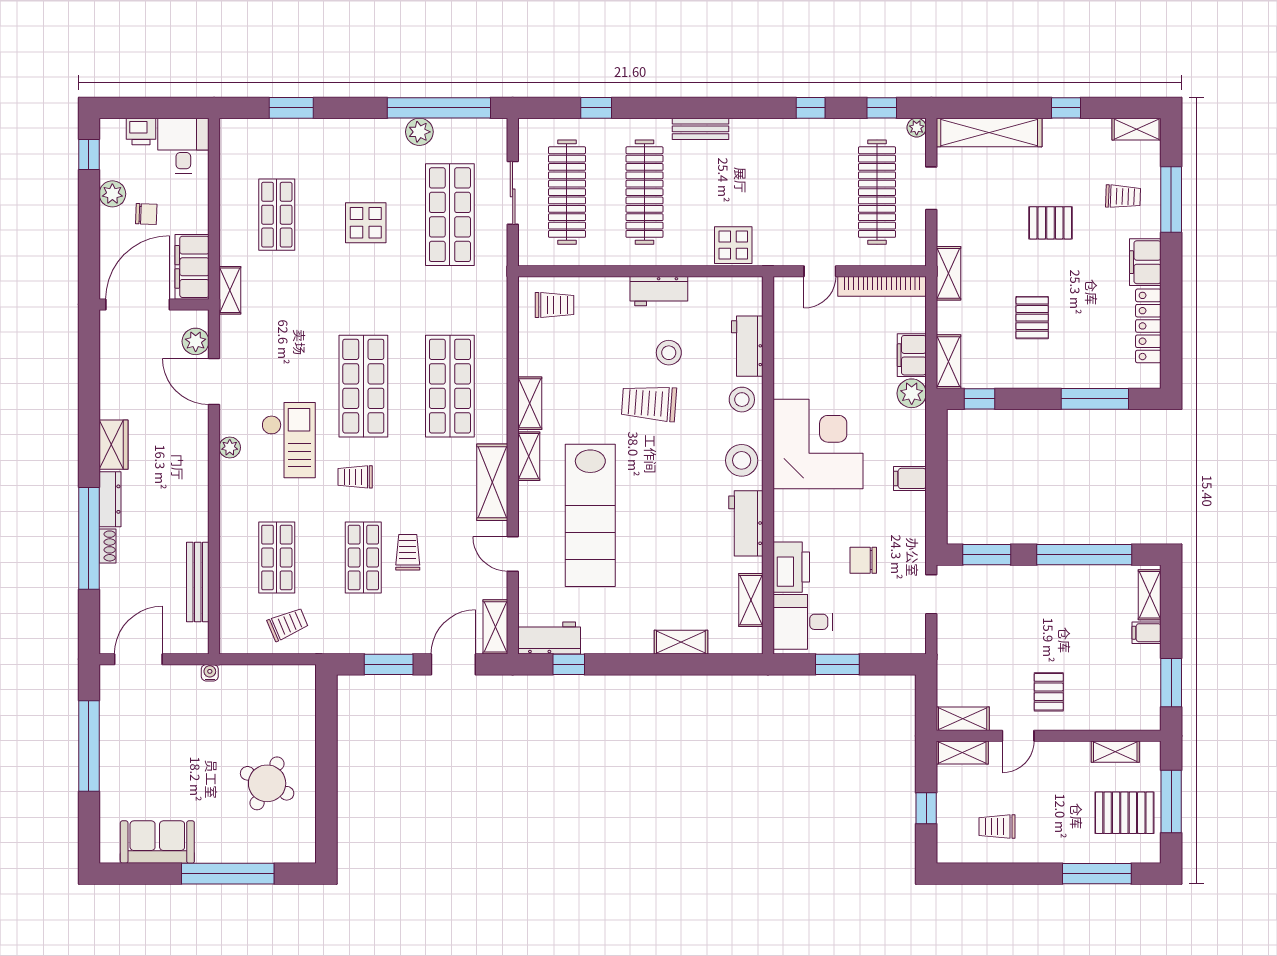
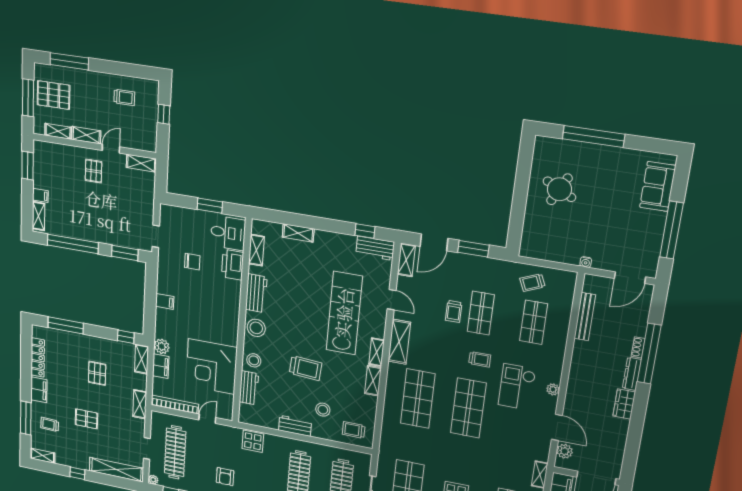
armchair: (780, 164) -> (225, 477), added
stool: (669, 353) -> (323, 410), moved
corner desk: (818, 444) -> (211, 367), moved
shelving: (962, 753) -> (86, 135), moved
sofa: (157, 842) -> (658, 186), moved, turned 90

